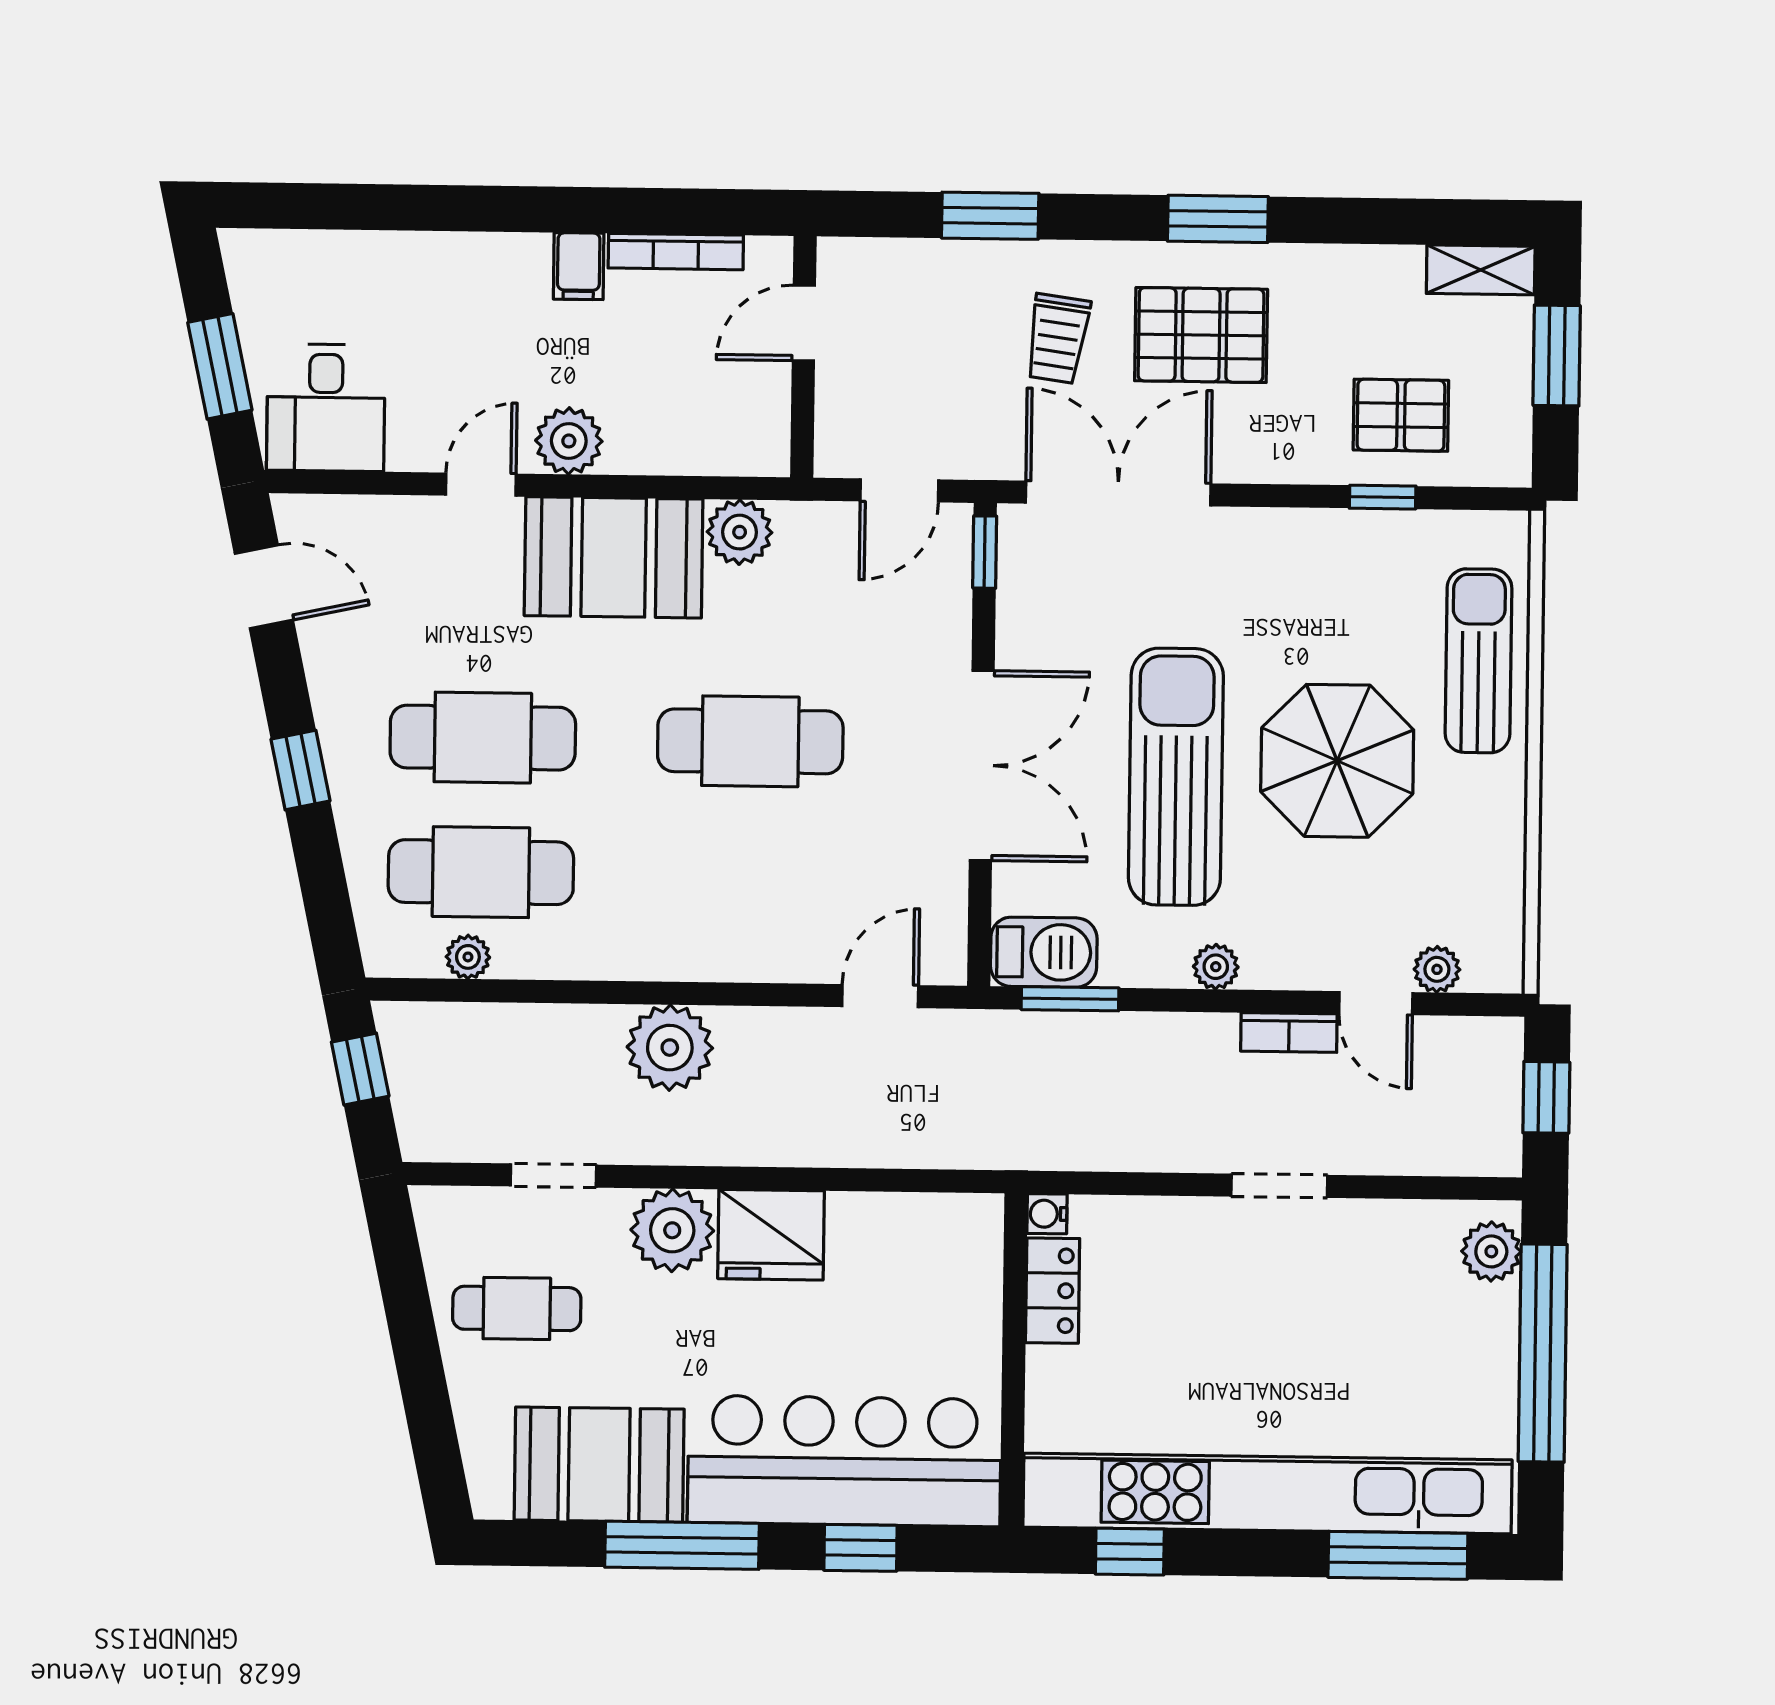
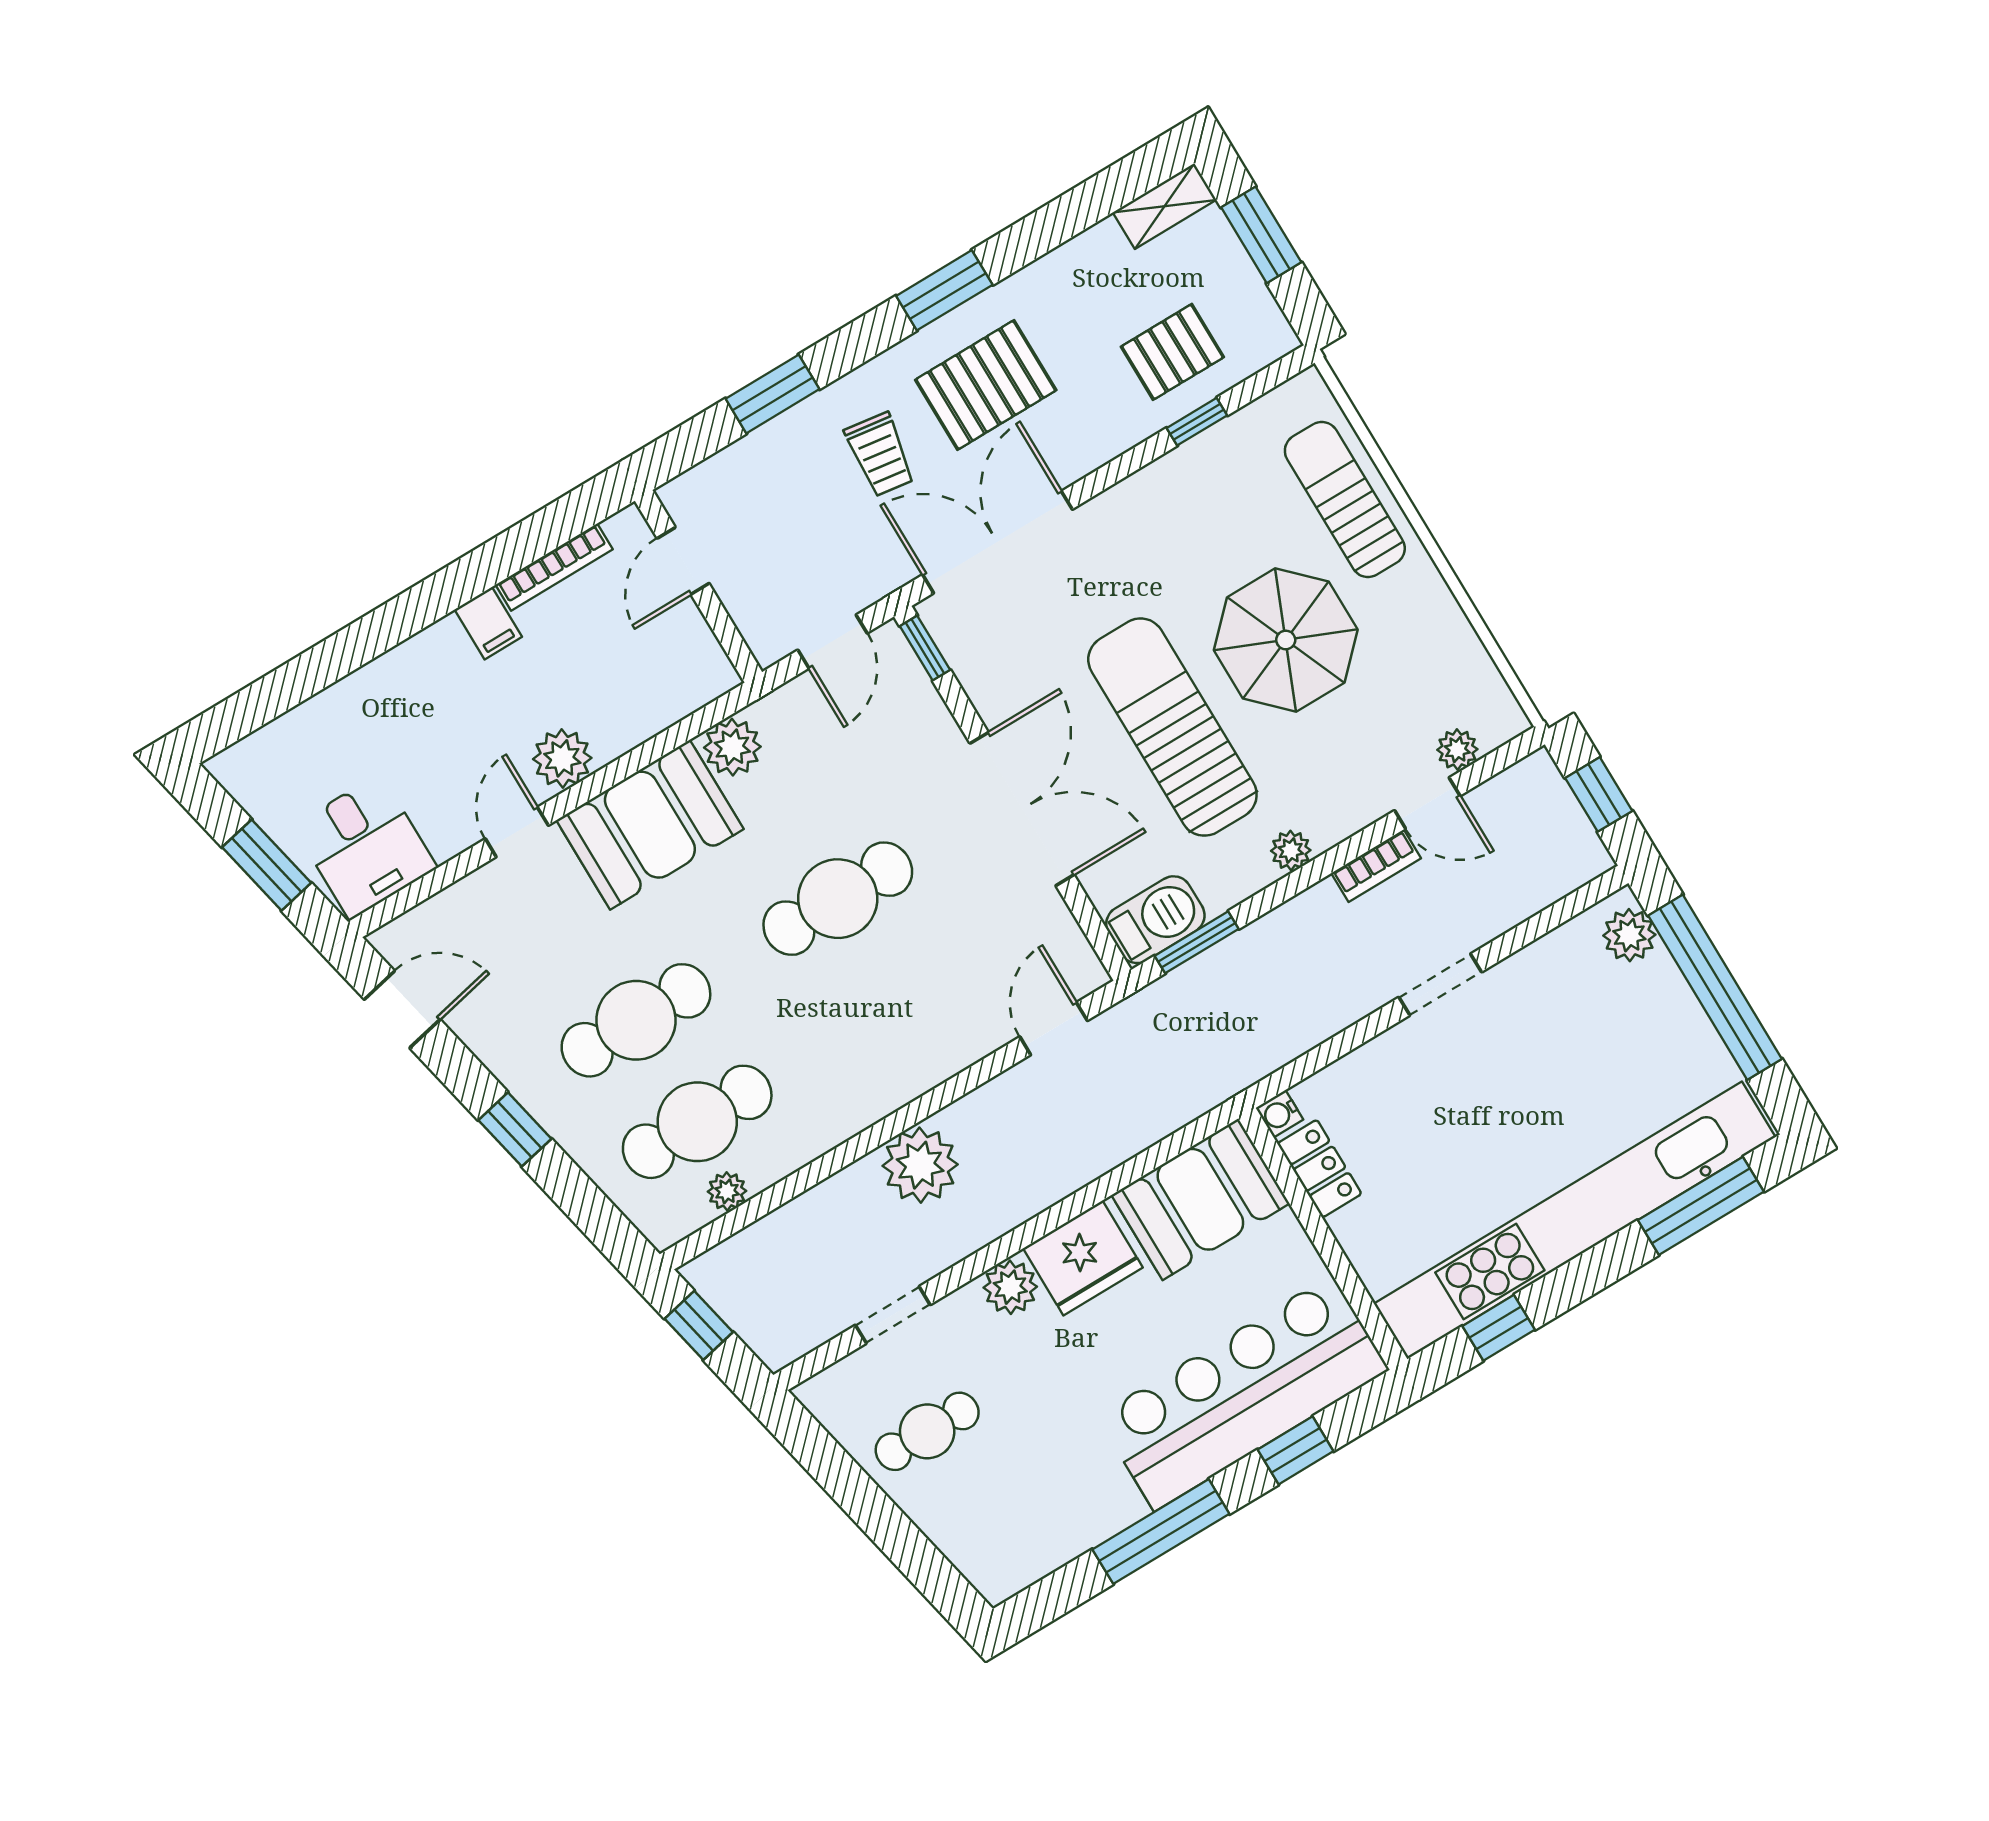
plant: (672, 1230) -> (1010, 1287), width x0.73, depth x0.73
booth: (599, 1465) -> (1200, 1199), moved

